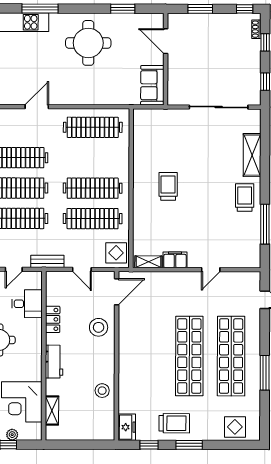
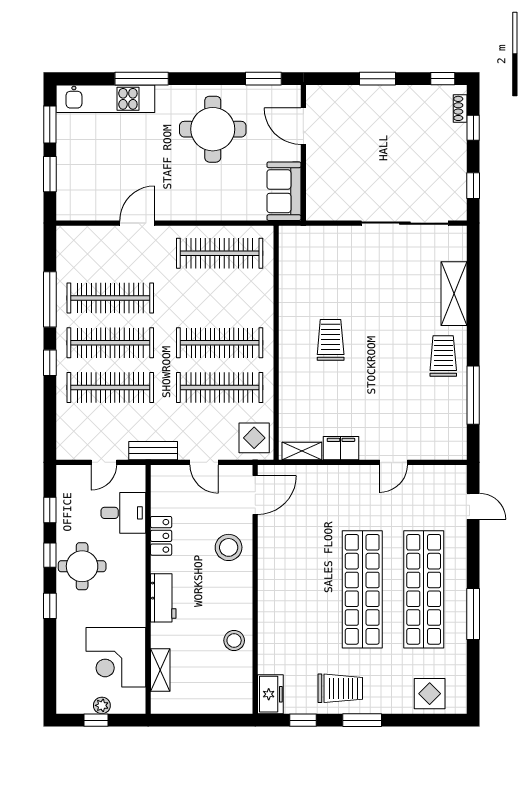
door: (166, 41) -> (303, 126), moved
wall: (166, 59) -> (303, 153), moved
sofa: (152, 85) -> (284, 191), moved

